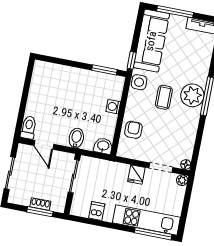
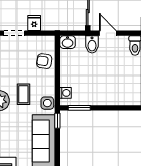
washing machine: (113, 107) -> (65, 93), moved
armchair: (133, 130) -> (44, 61), turned 98
door: (44, 145) -> (108, 33), moved

